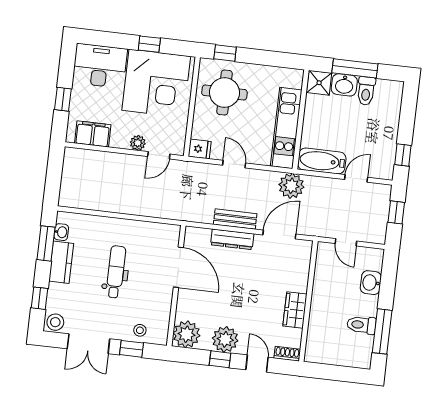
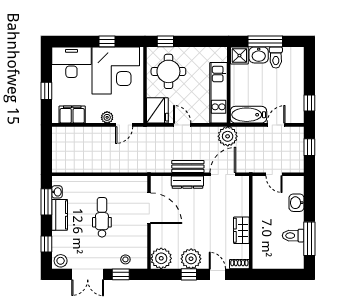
fridge: (200, 149) -> (157, 110), width x1.88, depth x1.34

